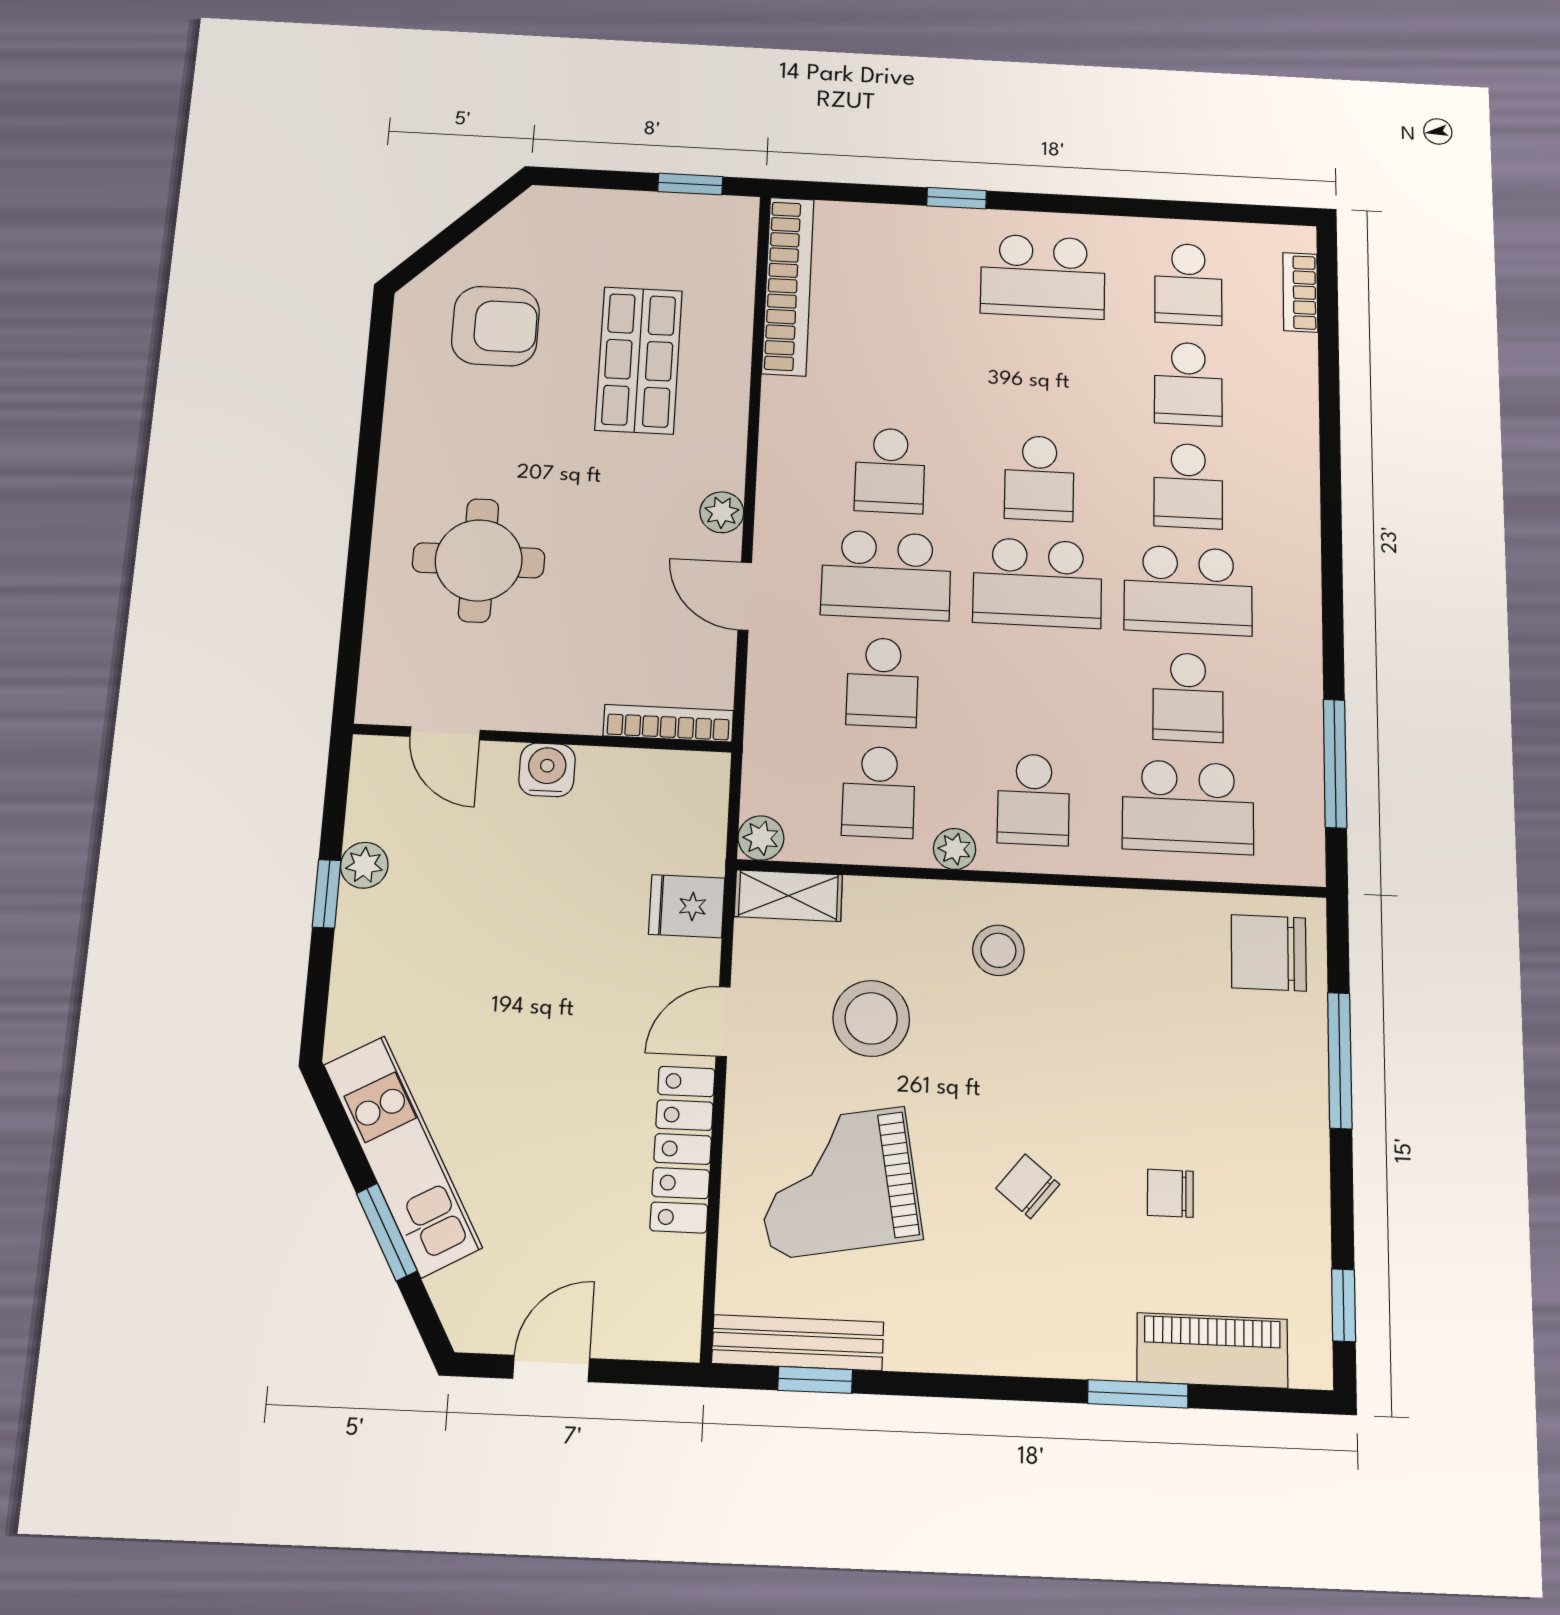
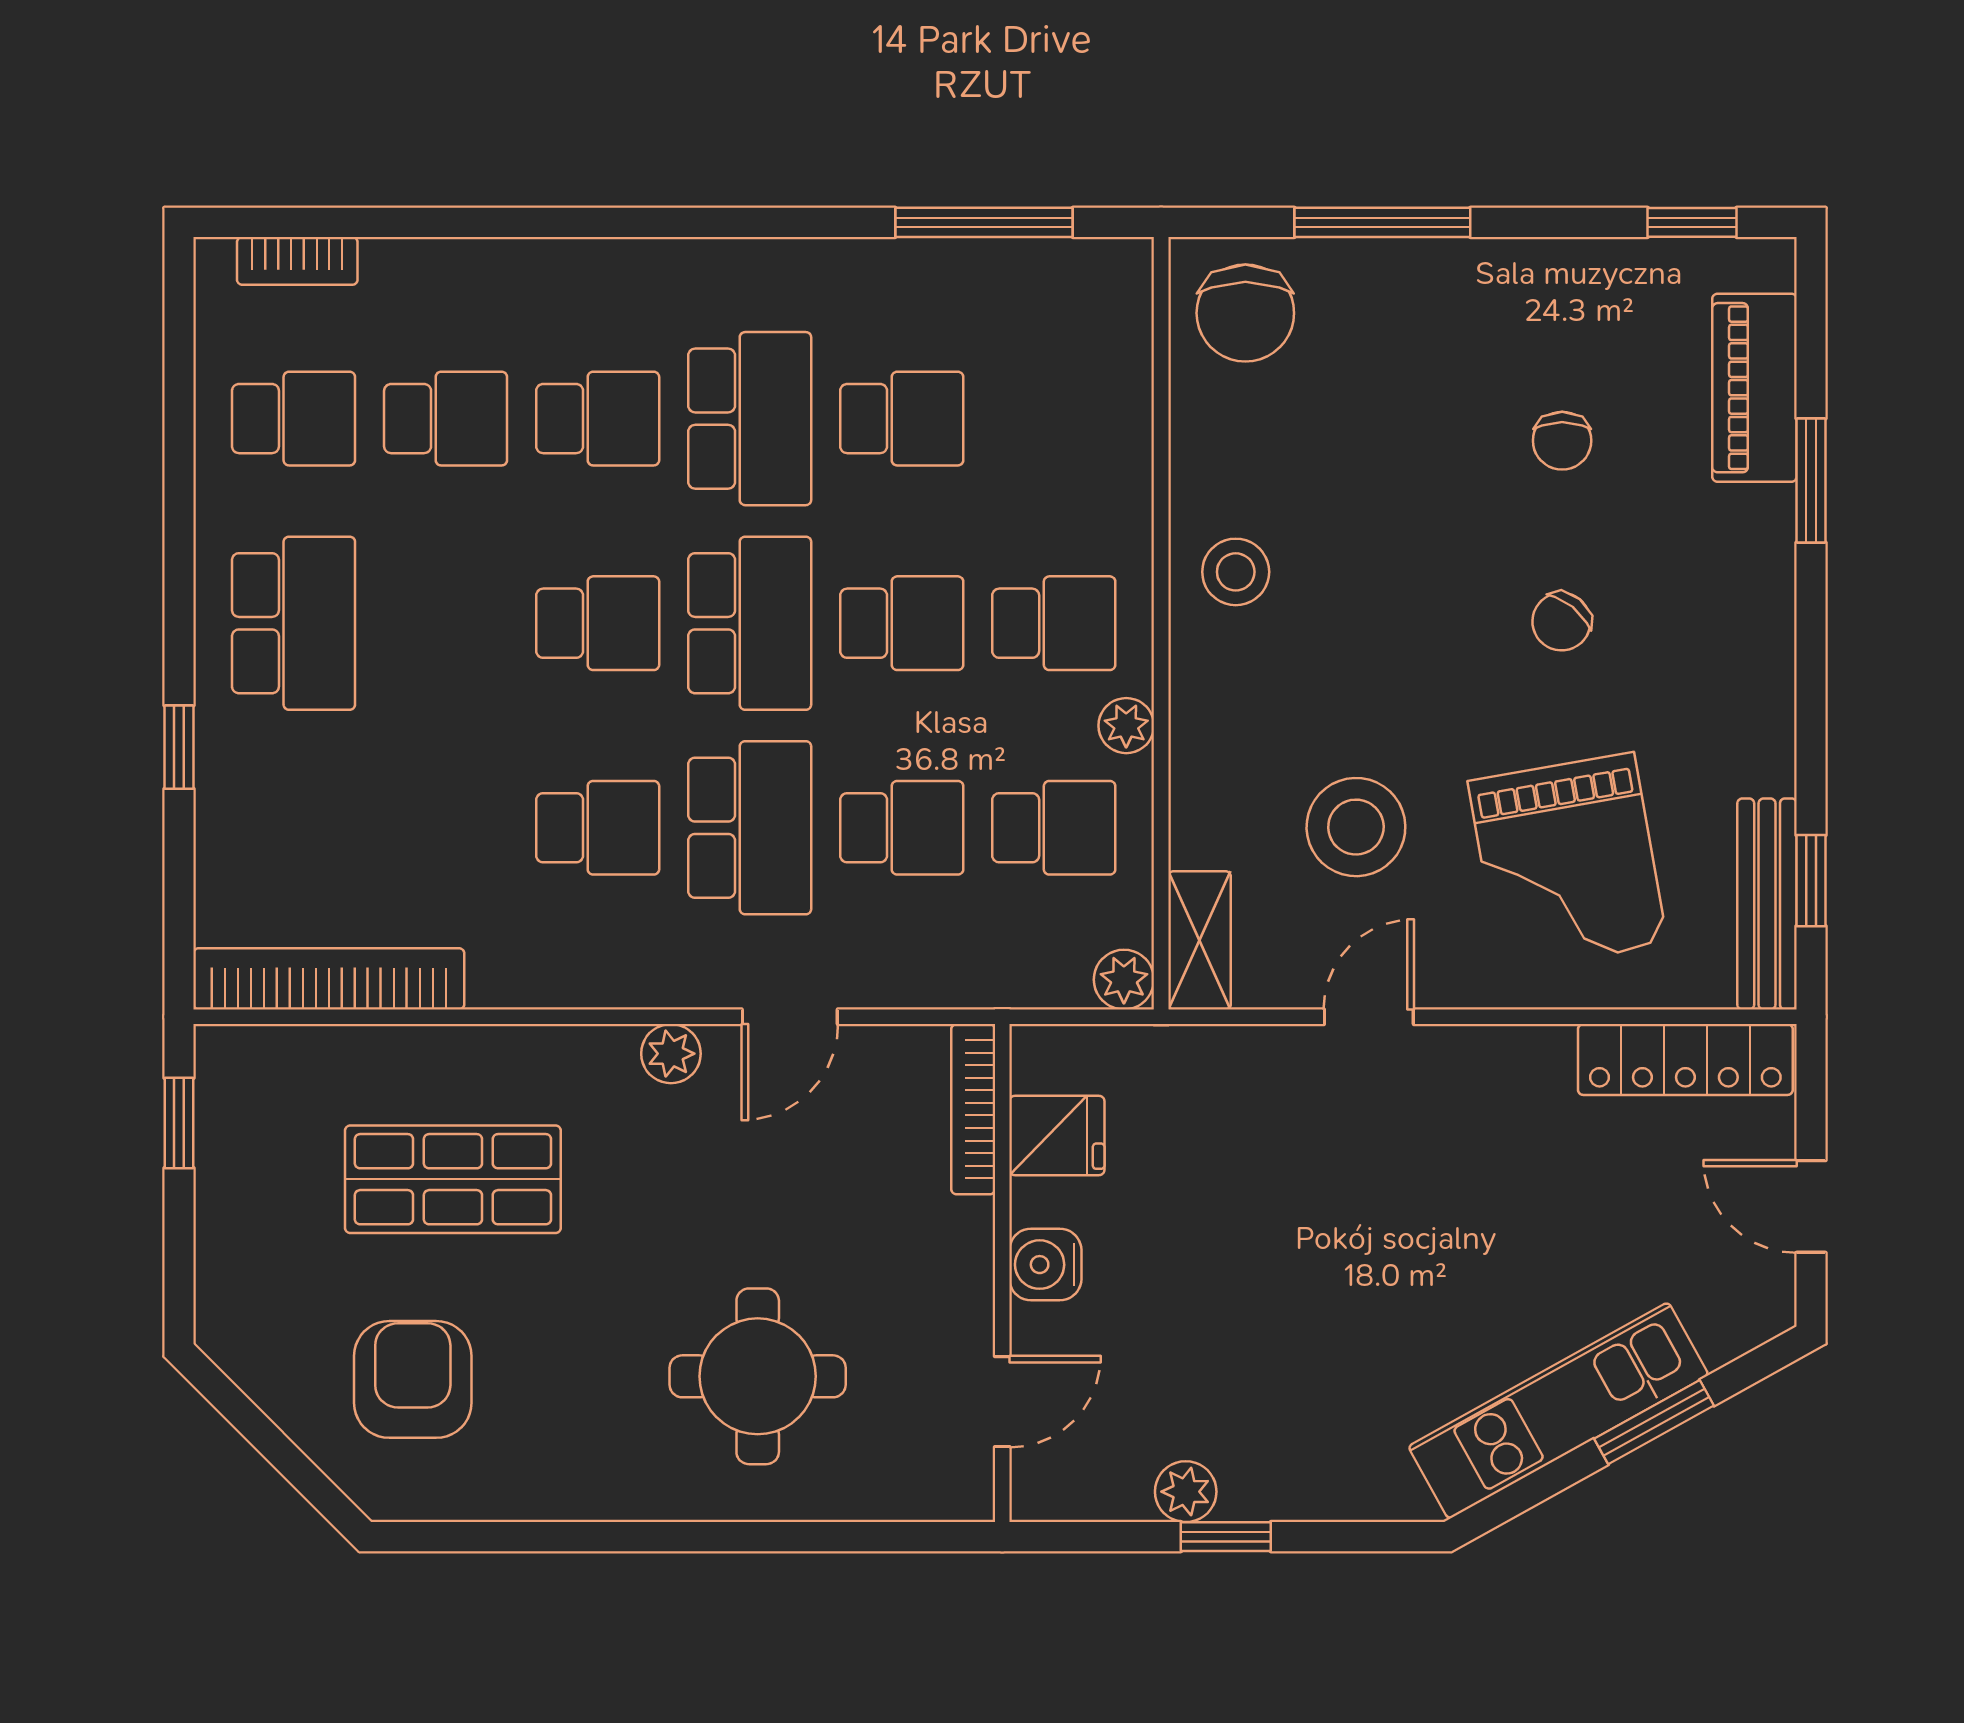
school desk: (1188, 807) -> (902, 623), moved, width x0.54
fridge: (687, 906) -> (1057, 1135), moved, turned -90
stool: (998, 950) -> (1236, 572), moved
door: (723, 1022) -> (1369, 1017), swing flipped
locker: (683, 1149) -> (1685, 1059), moved

